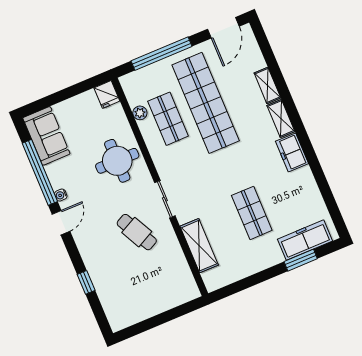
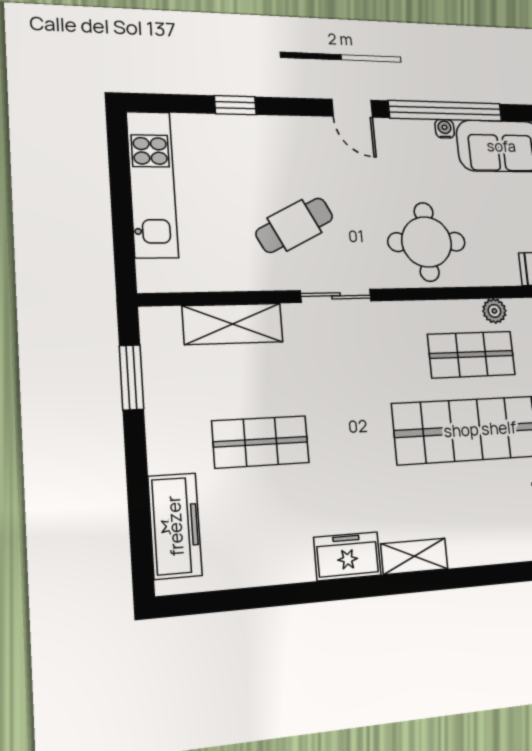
shelving: (267, 85) -> (479, 551), removed
water cooler: (61, 195) -> (445, 129), moved
window: (301, 260) -> (131, 377), moved
kitchen unit: (145, 308) -> (152, 184), added

